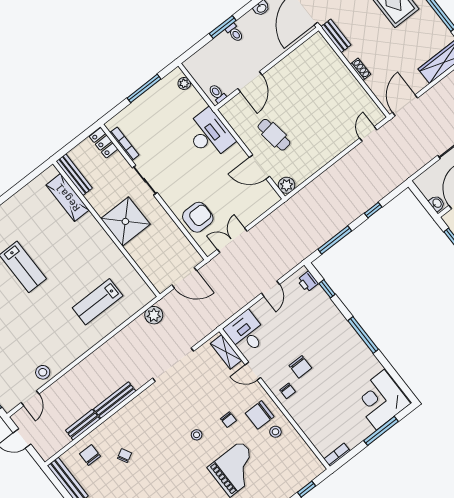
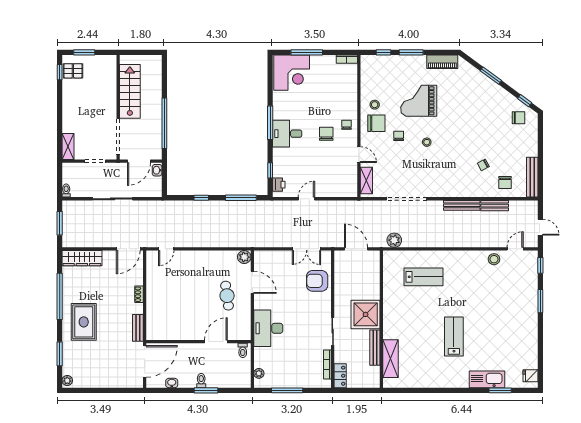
bench: (74, 175) -> (375, 348), moved
desk: (246, 333) -> (287, 134), moved, turned 90

